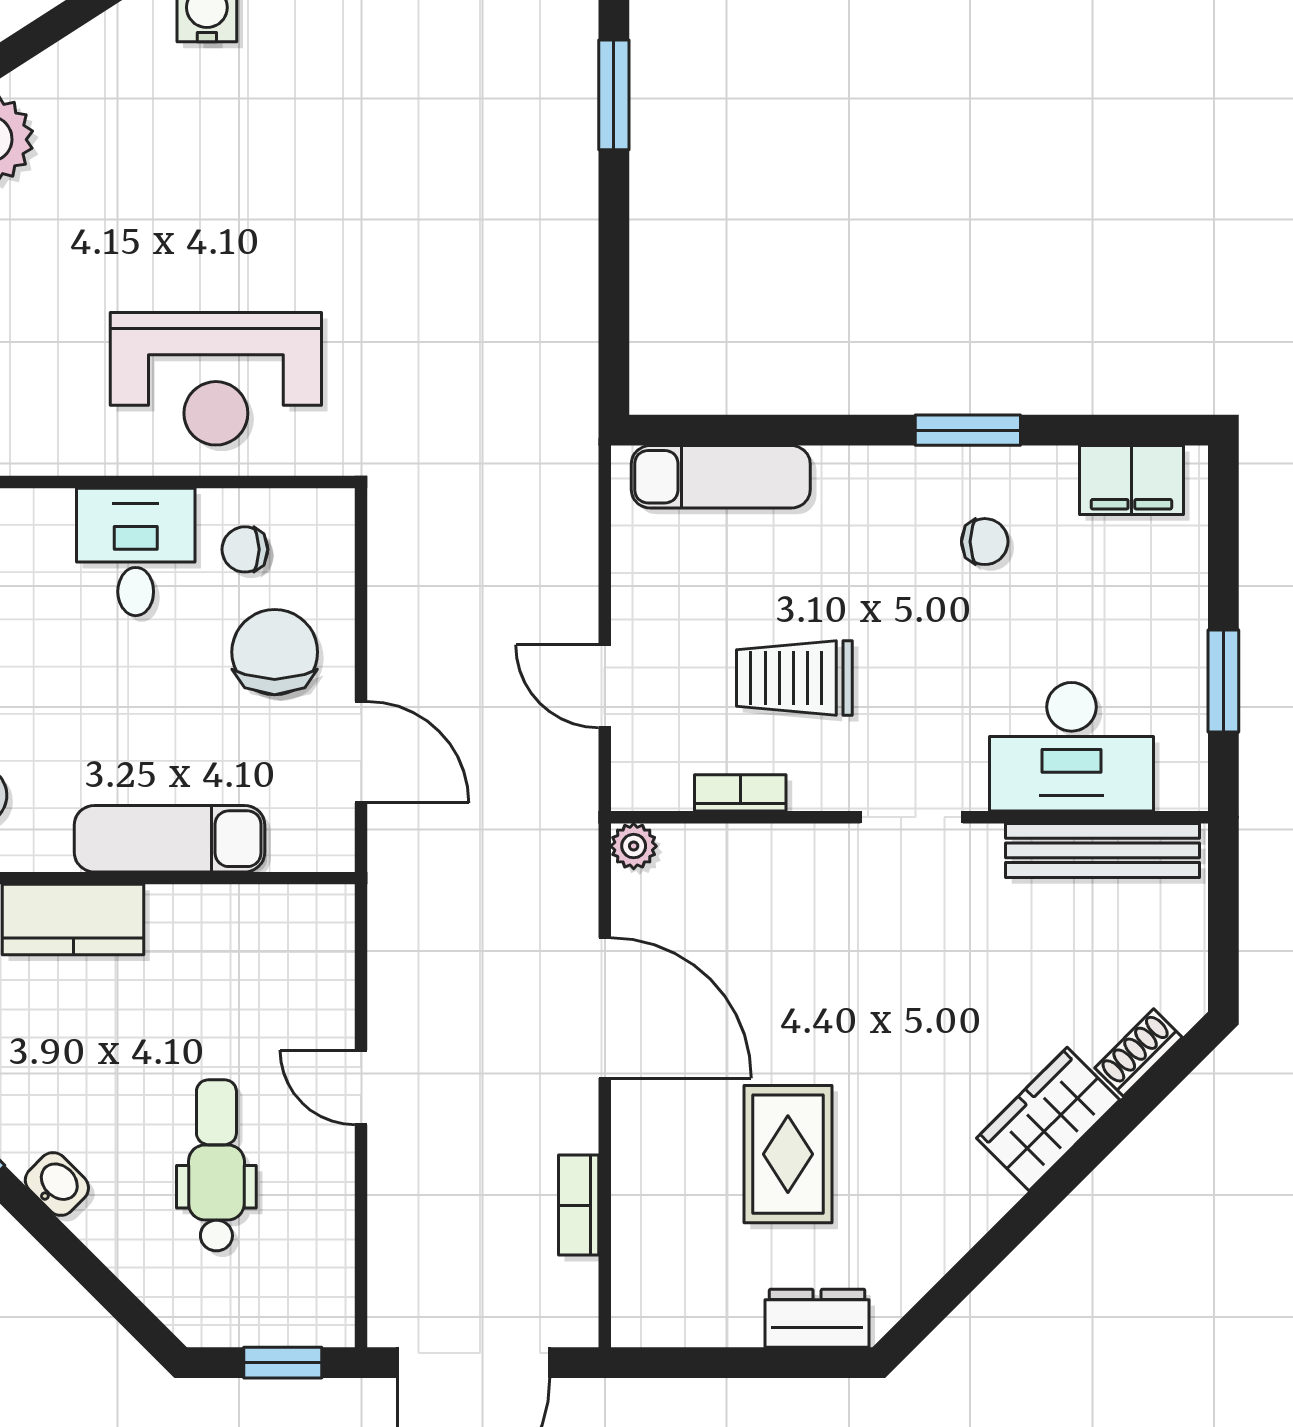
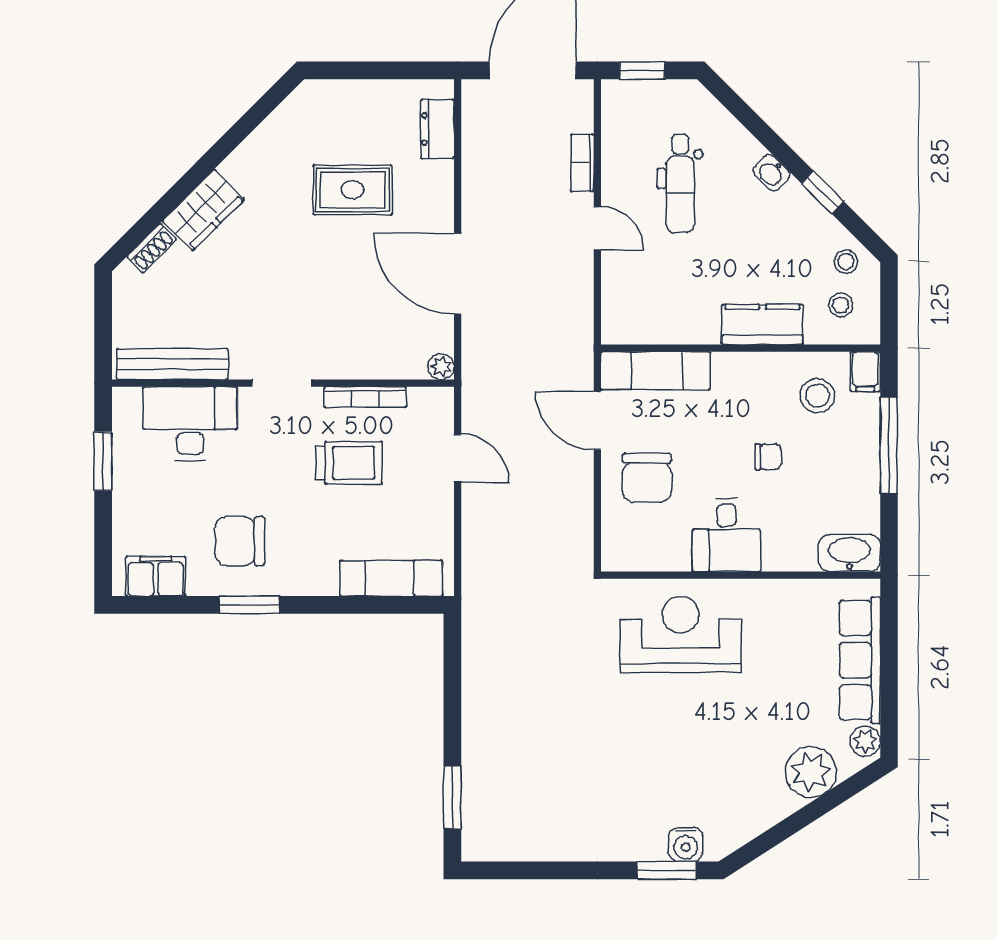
chair: (985, 542) -> (240, 541), width x1.87, depth x1.87
chair: (245, 549) -> (768, 457), moved
bookcase: (740, 793) -> (365, 397), width x1.56
exam couch: (170, 839) -> (655, 371), moved
rug: (788, 1154) -> (353, 190), turned 90
bookcase: (579, 1205) -> (582, 163), moved, turned 180
dresser: (817, 1318) -> (437, 129), moved, turned 90

